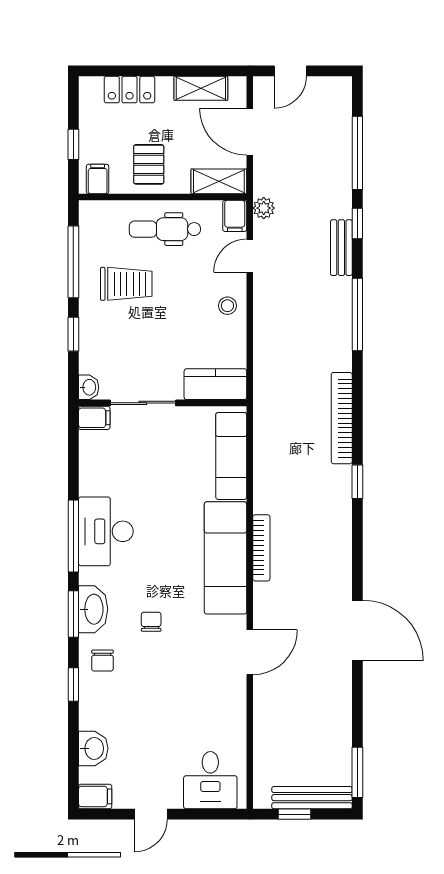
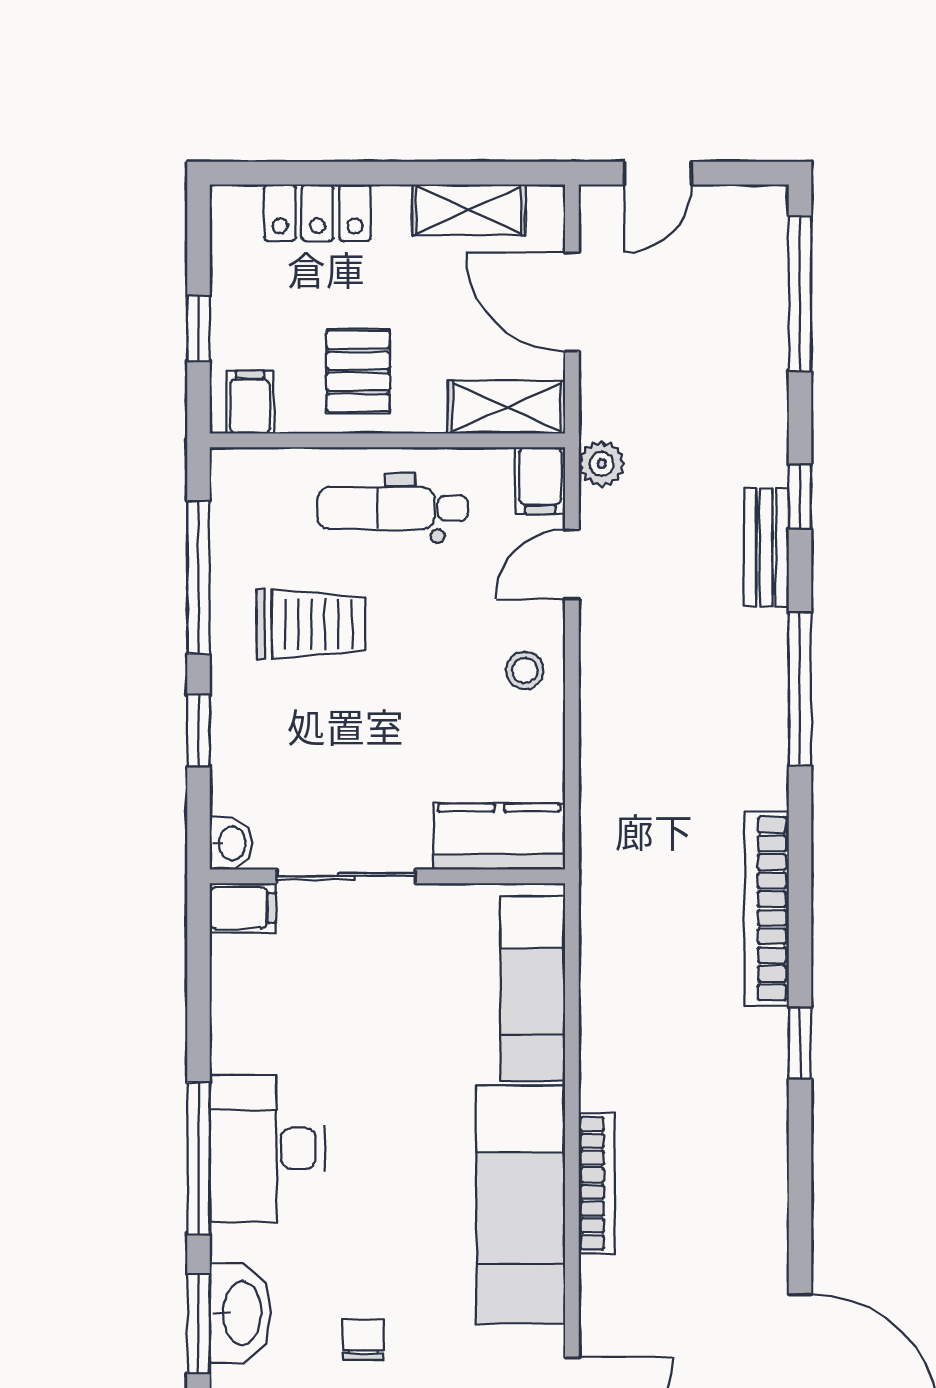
window: (357, 153) -> (800, 294), moved

